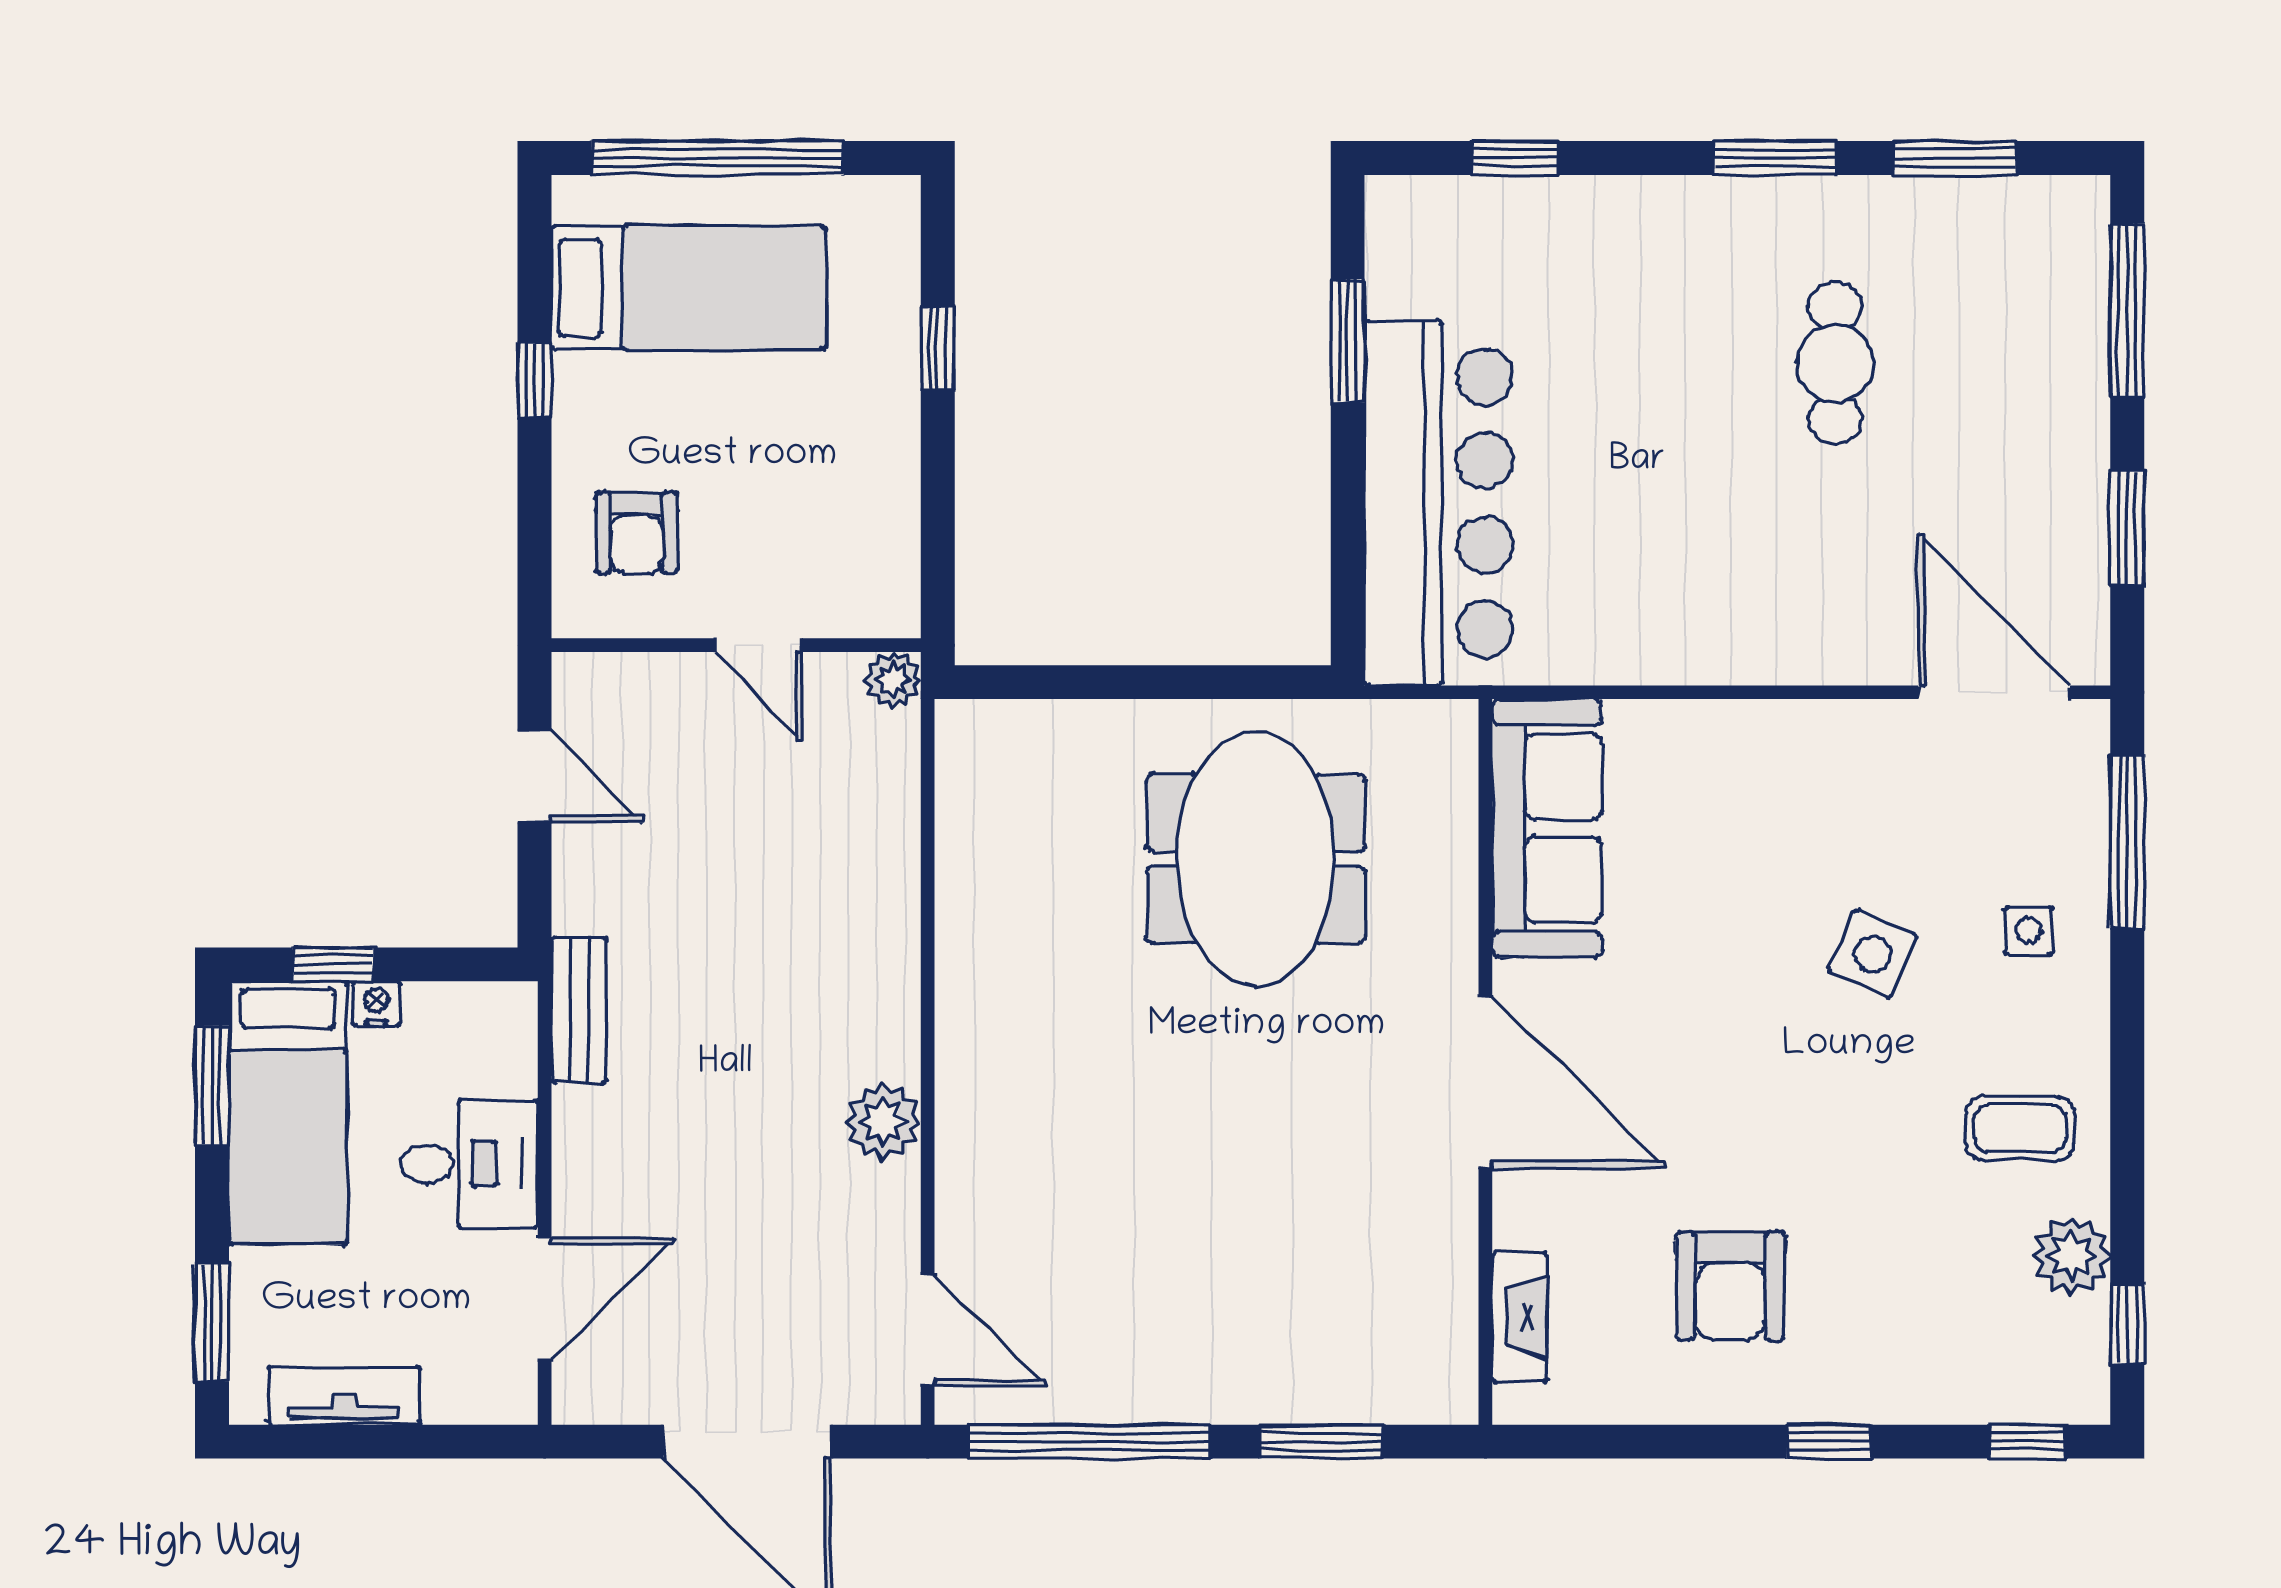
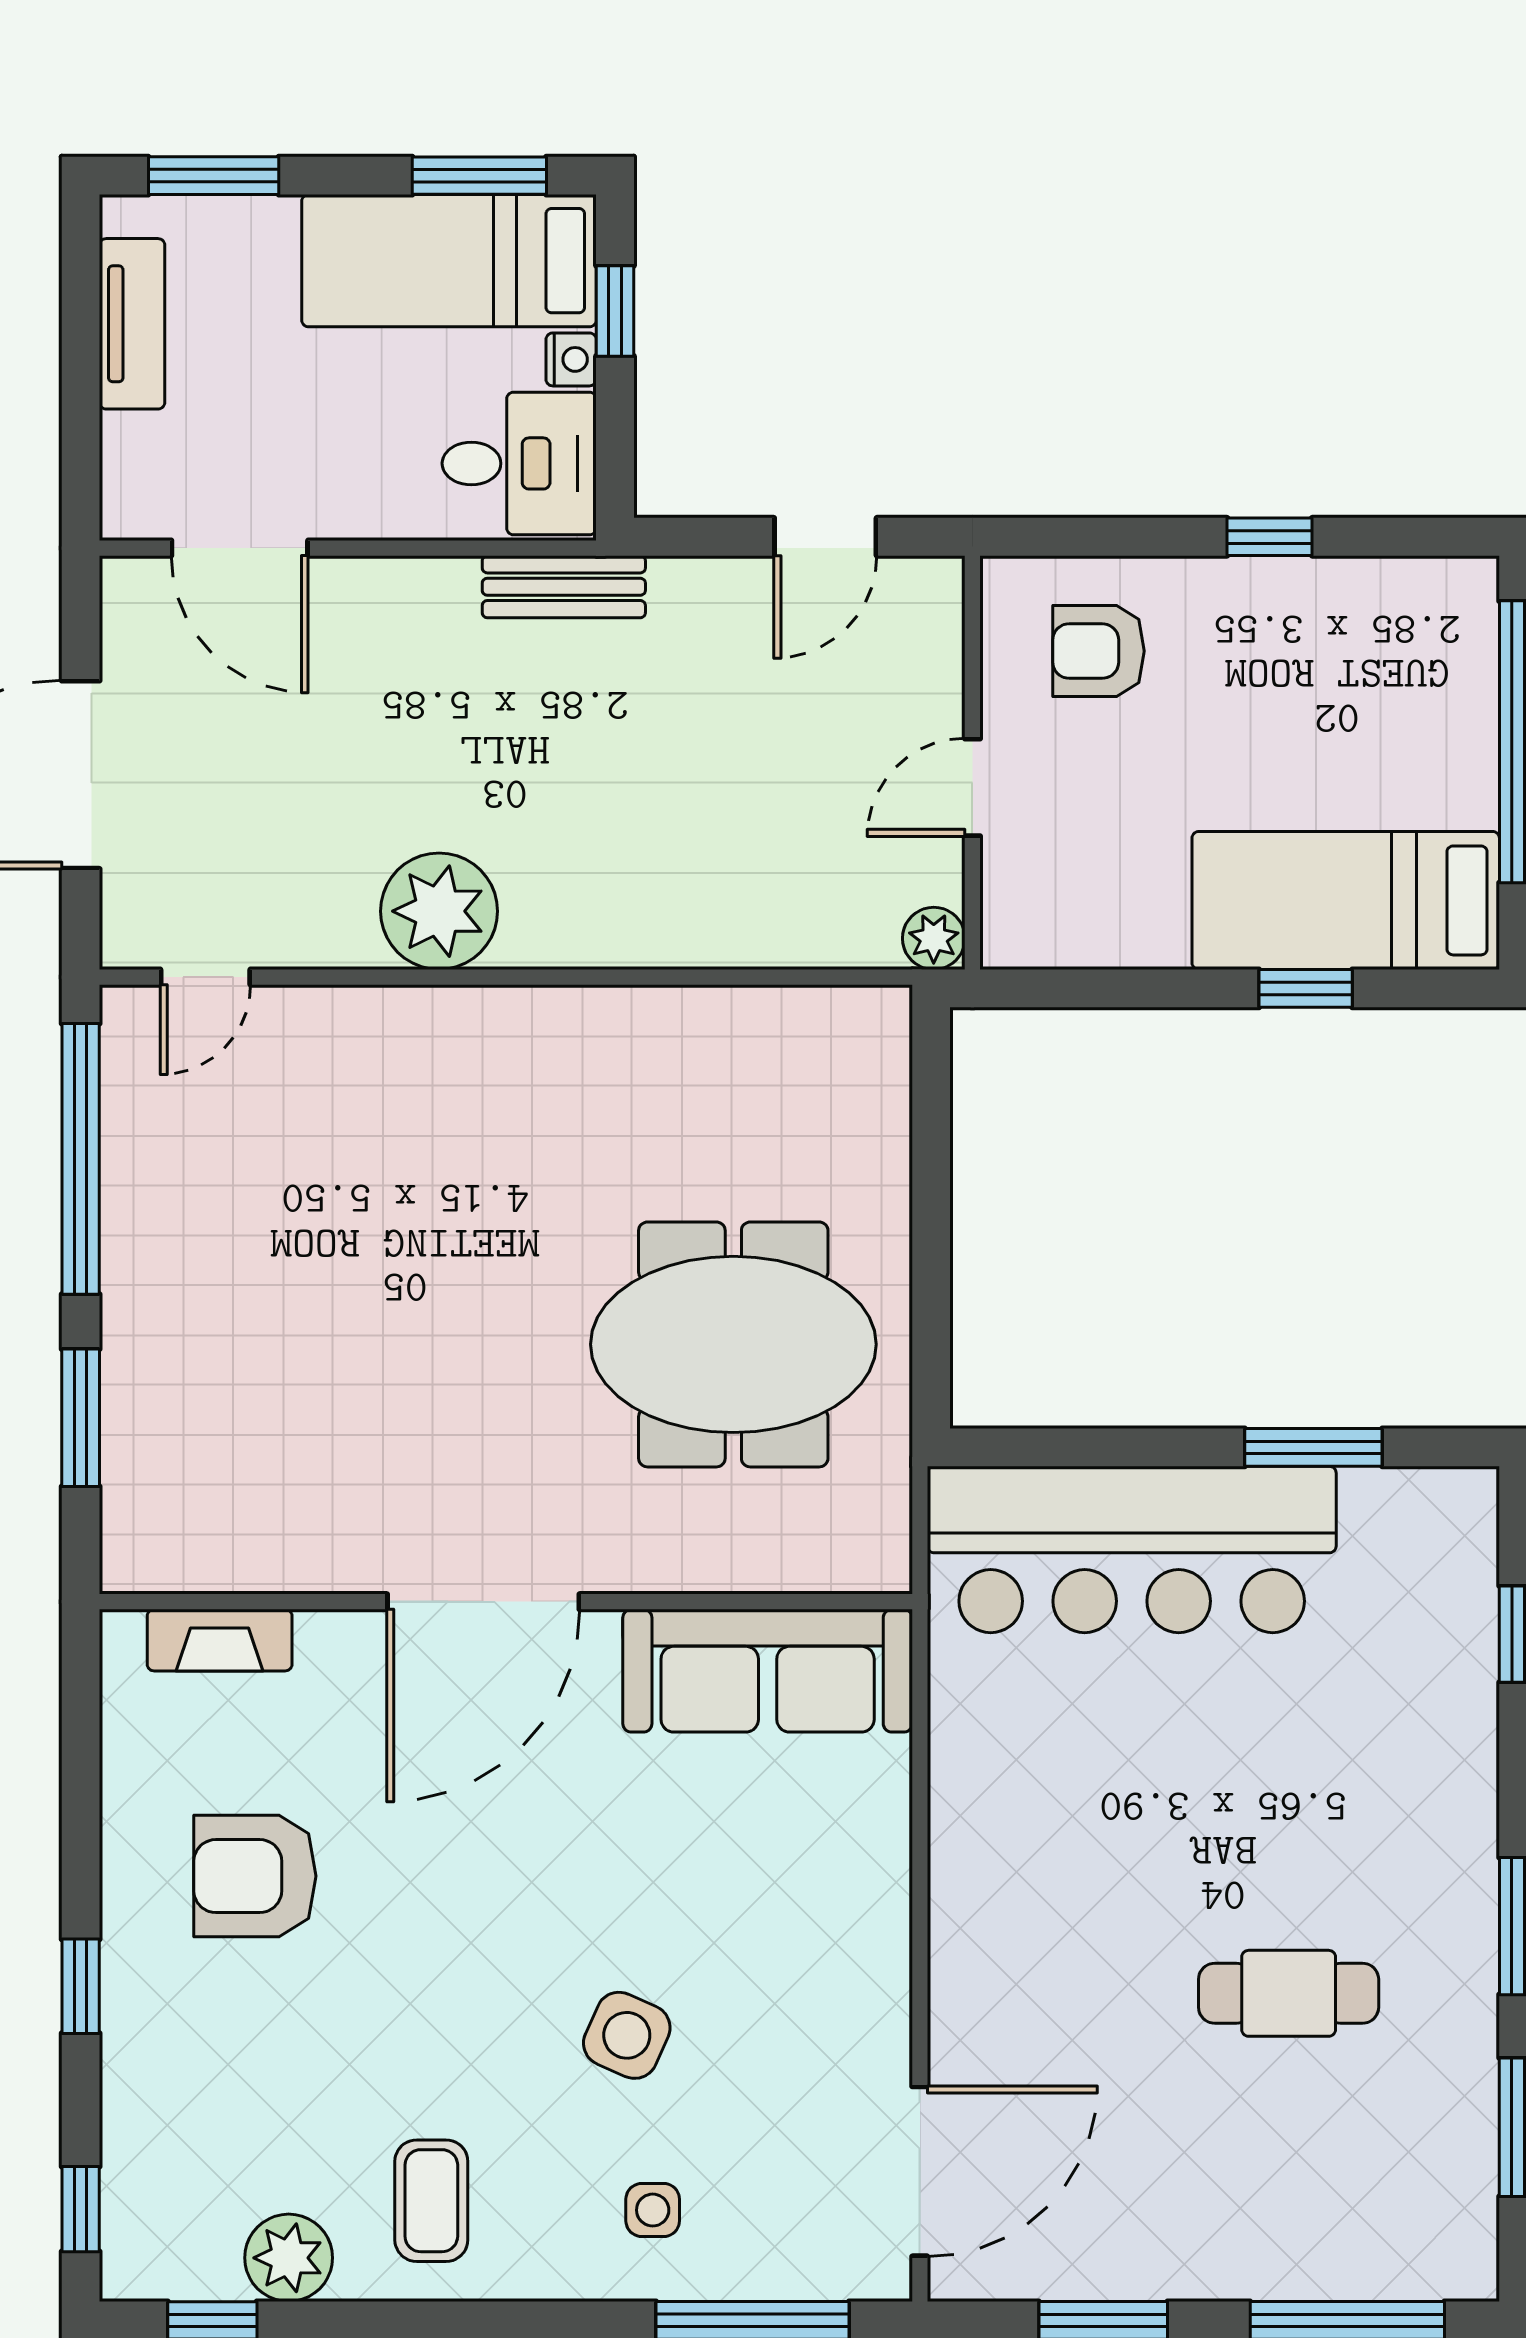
bed: (688, 288) -> (1346, 900), moved, turned 90
plant: (883, 1122) -> (439, 911), width x1.36, depth x1.36
desk: (469, 1164) -> (519, 463), moved, turned -90
door: (928, 1330) -> (205, 977), width x0.73

